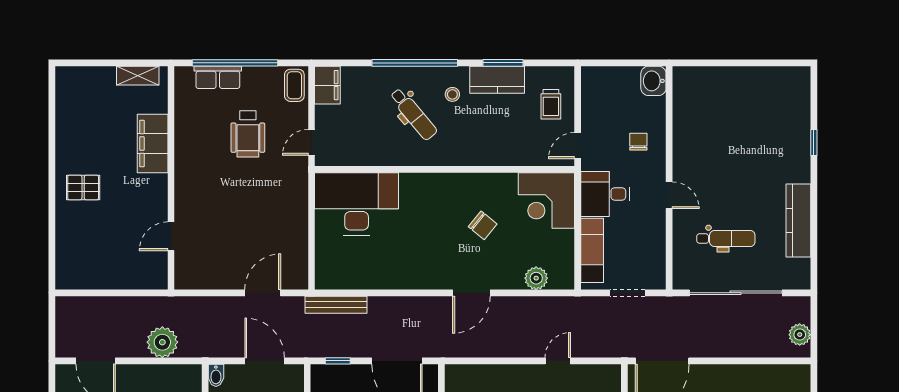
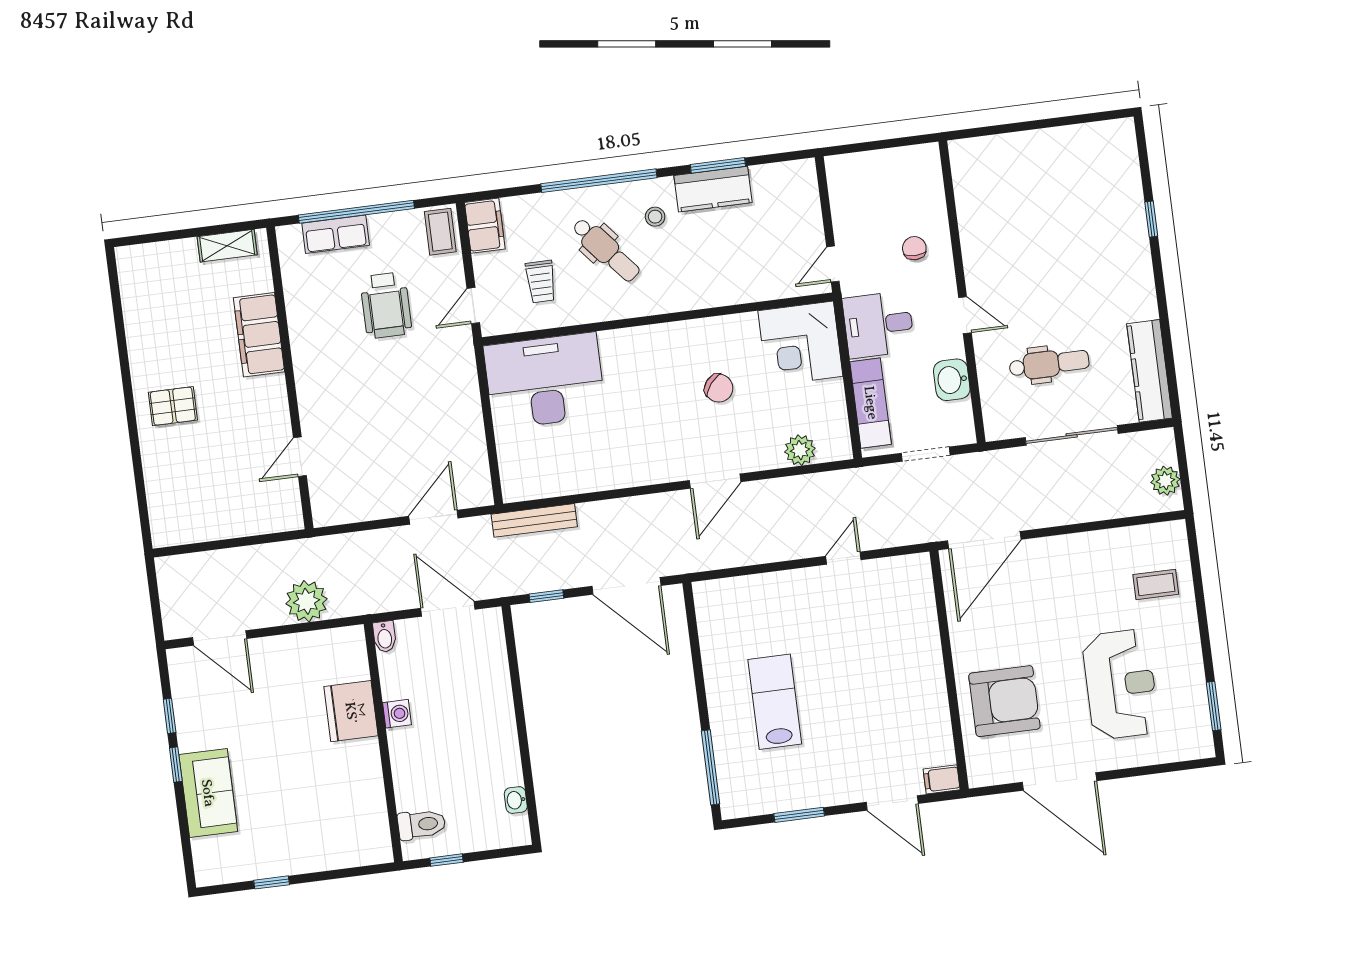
washbasin: (653, 81) -> (952, 380), moved
trolley: (551, 104) -> (541, 282), moved
kitchen counter: (798, 220) -> (1150, 371), moved
sliding door: (736, 293) -> (1072, 435), width x0.73

